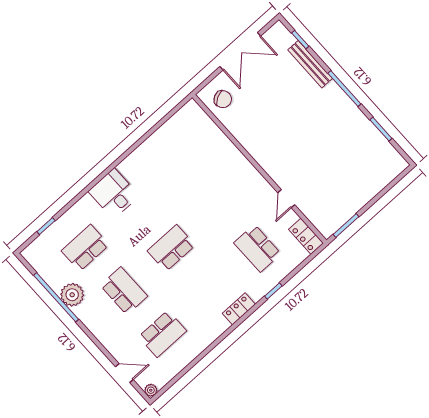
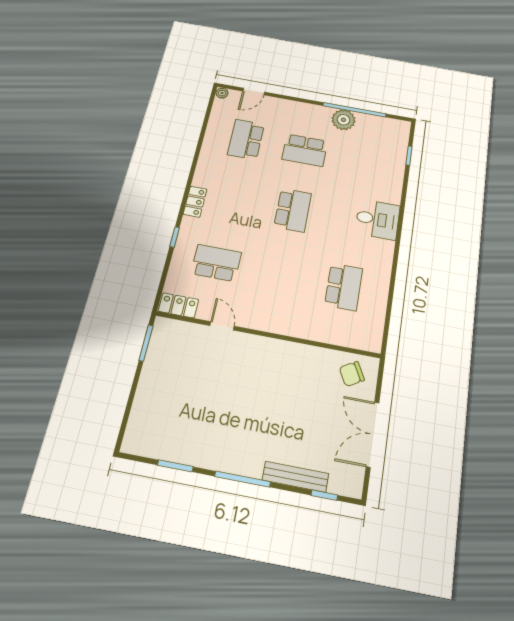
school desk: (85, 248) -> (344, 287), moved

